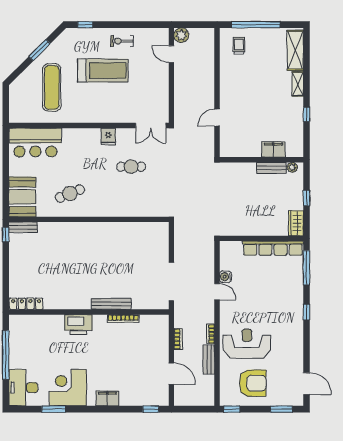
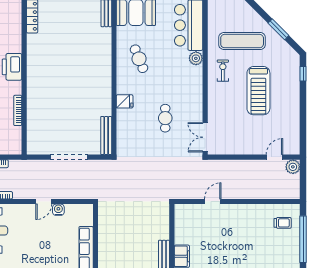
exercise bike: (122, 41) -> (223, 71), moved
door: (217, 118) -> (213, 202), hinge flipped
plant: (69, 135) -> (196, 58), added
fridge: (108, 136) -> (125, 101), moved, turned 180
doorway: (171, 281) -> (69, 157), moved
bench: (111, 304) -> (106, 136), moved

